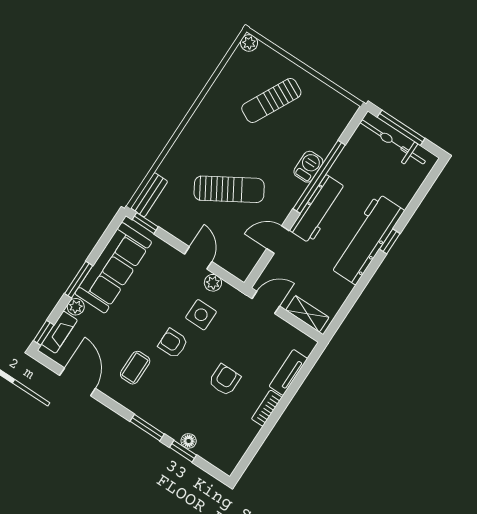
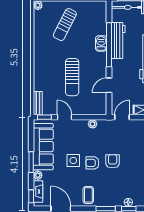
sun lounger: (229, 189) -> (72, 77), turned 121
workbench: (318, 209) -> (118, 41), moved
door: (198, 258) -> (64, 117), moved
side table: (201, 315) -> (73, 160), moved
coffee table: (135, 368) -> (88, 195), moved
armchair: (225, 380) -> (113, 161), moved

